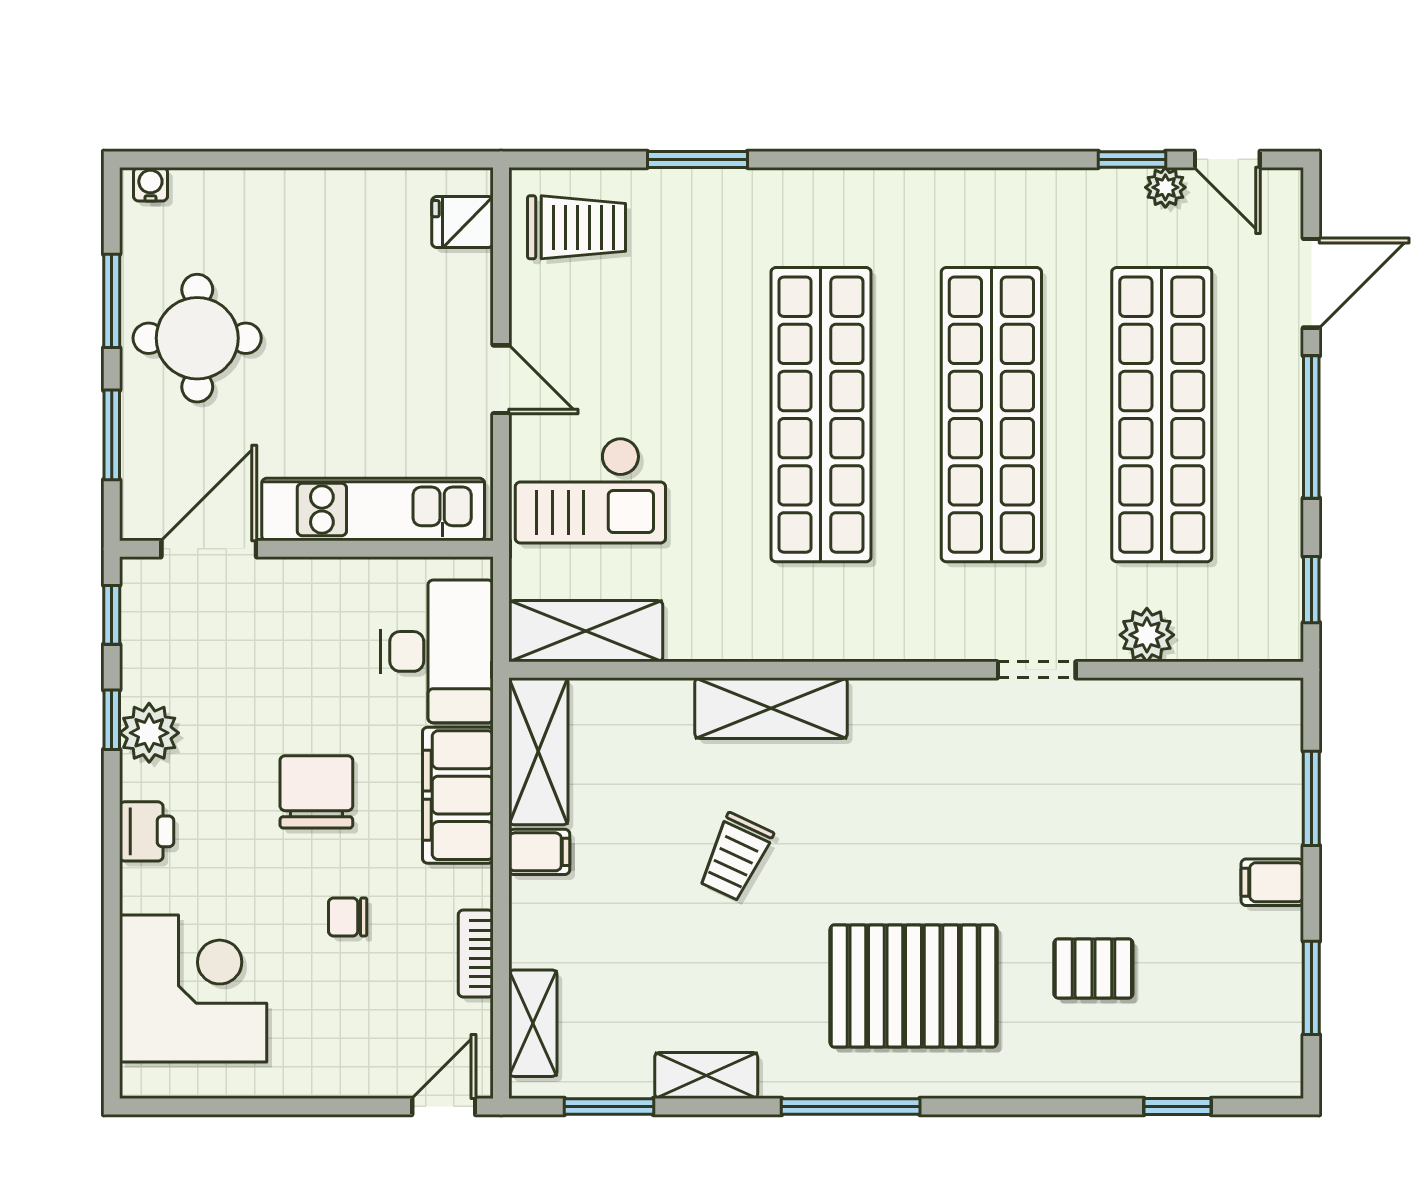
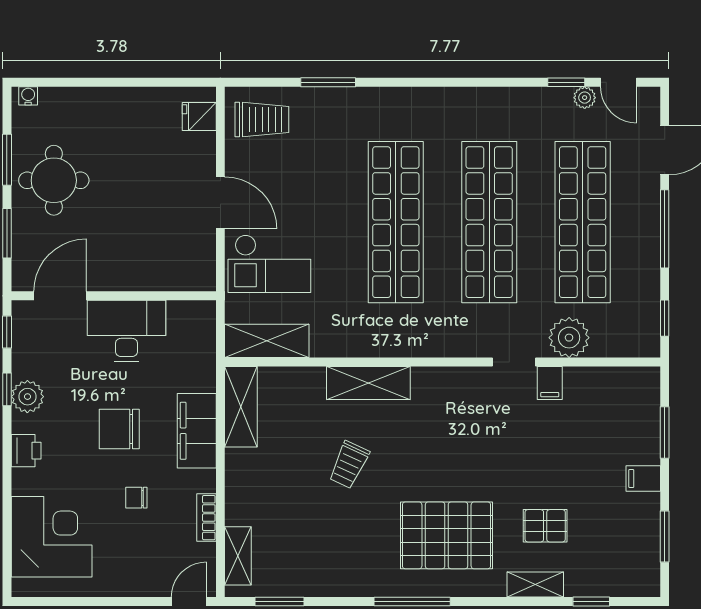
door: (501, 379) -> (220, 203), width x1.38
kitchen unit: (373, 510) -> (150, 274), removed
plant: (1147, 635) -> (569, 338), width x1.36, depth x1.36
desk: (437, 651) -> (127, 331), moved, turned -90
chair: (316, 792) -> (119, 429), turned -90
filing cabinet: (539, 852) -> (550, 383), moved, turned 90
shelving: (706, 1076) -> (535, 584), moved

